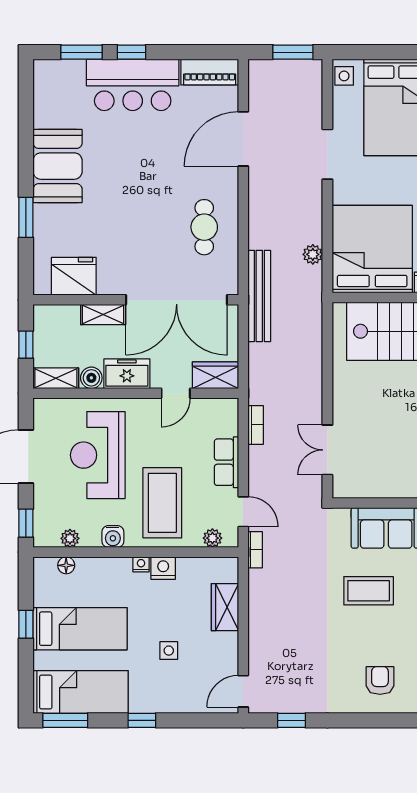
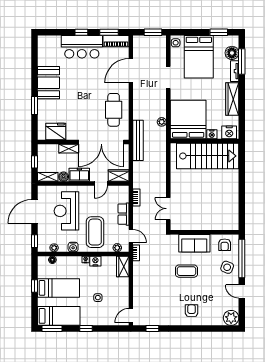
window: (82, 52) -> (109, 32), moved
cafe table: (204, 227) -> (114, 110), width x1.37, depth x1.35
wardrobe: (225, 607) -> (123, 266), moved

